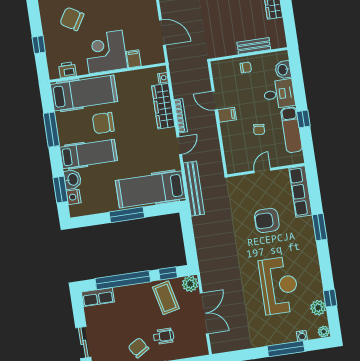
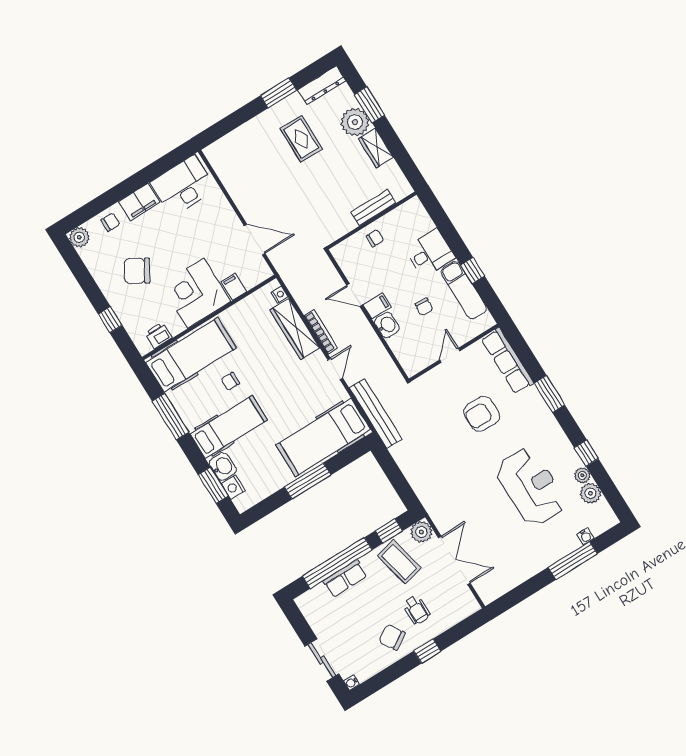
washbasin: (283, 70) -> (387, 325), moved, turned 180
chair: (103, 123) -> (230, 381), width x0.54, depth x0.54
row of seats: (98, 297) -> (345, 579), moved
window: (330, 298) -> (586, 453), moved
plant: (324, 332) -> (582, 475), moved
wheelchair: (163, 336) -> (417, 610), turned 90

